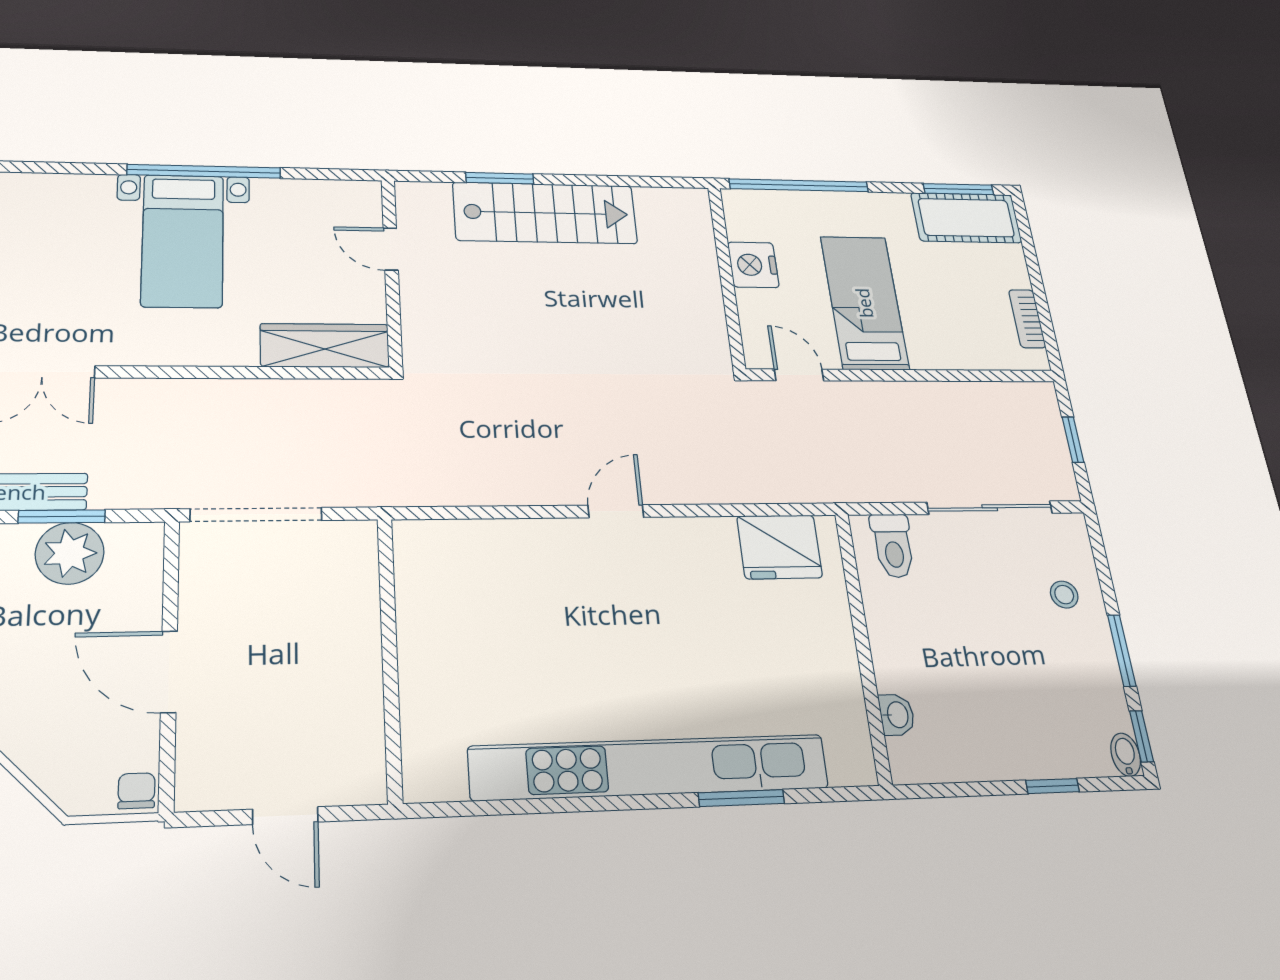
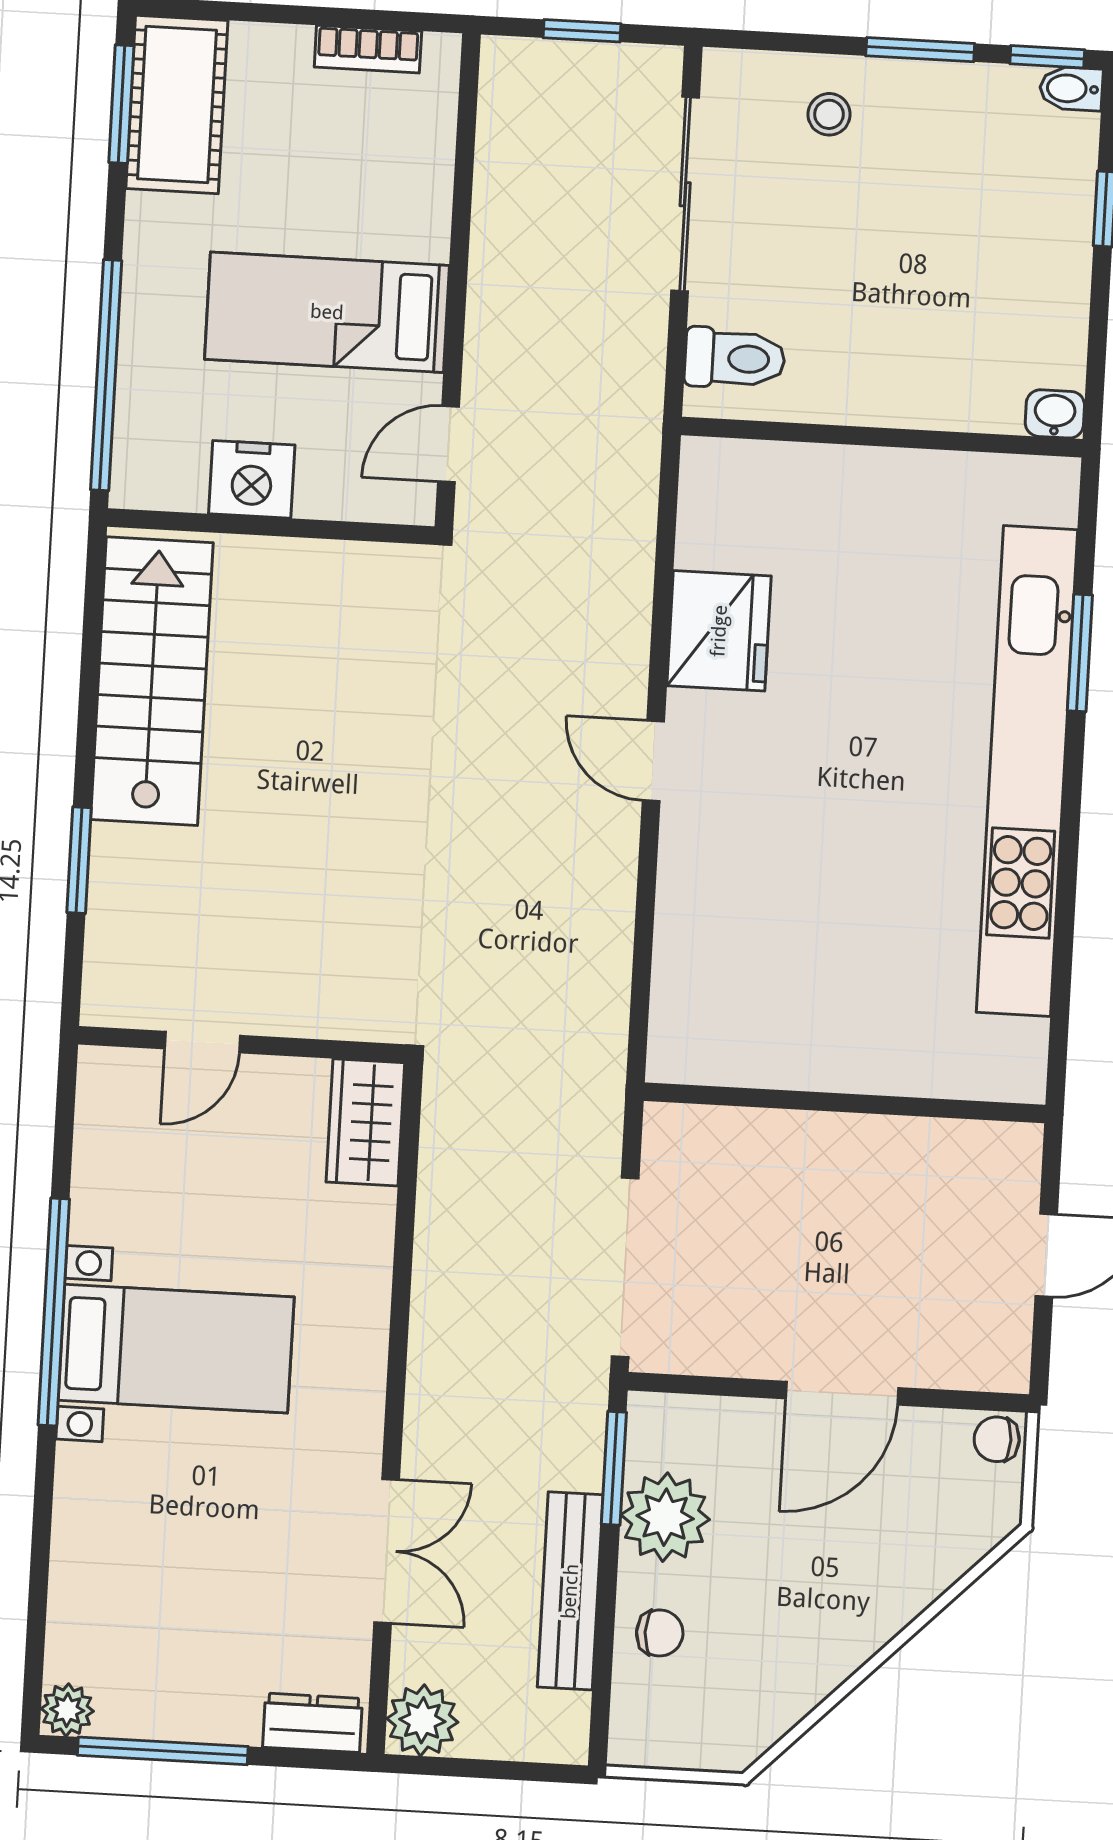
stairs: (545, 213) -> (152, 681), moved
wardrobe: (325, 346) -> (365, 1122), width x0.67
window: (62, 516) -> (614, 1468), moved
fridge: (780, 547) -> (719, 631), moved
washbasin: (897, 715) -> (1055, 414), moved

